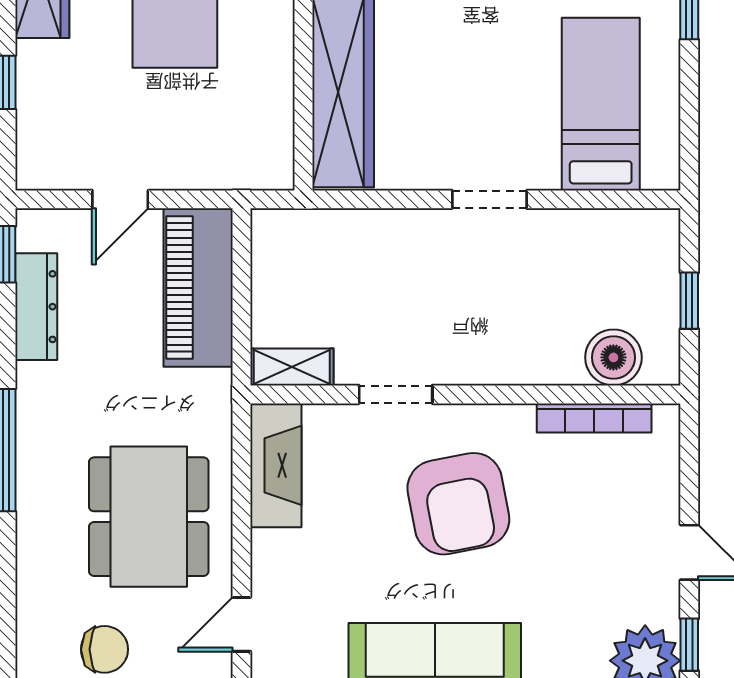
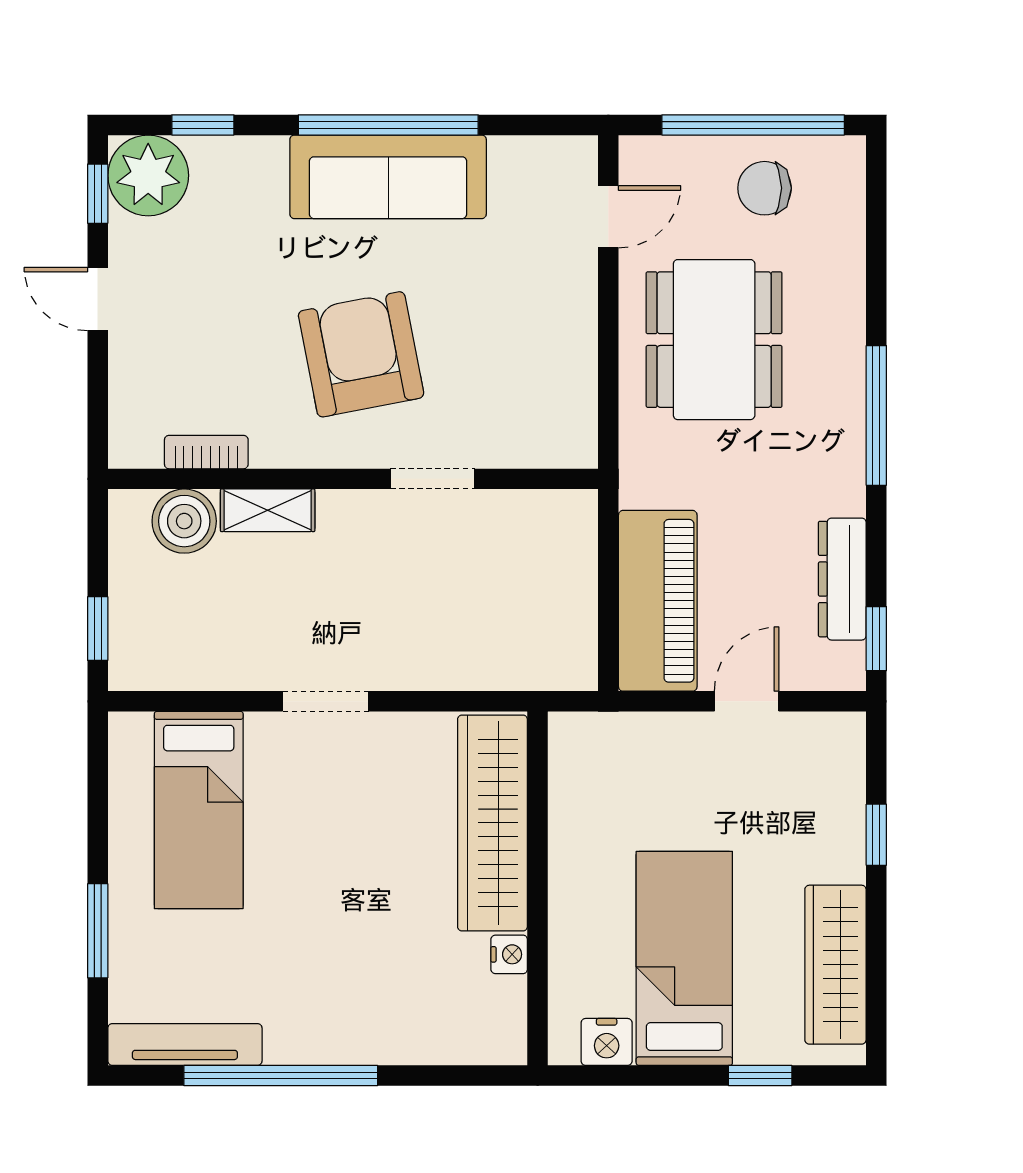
window: (689, 301) -> (98, 629), moved
shelving: (292, 367) -> (268, 510), moved
bookcase: (594, 418) -> (206, 452), width x0.64
fireplace: (276, 465) -> (569, 398), removed

